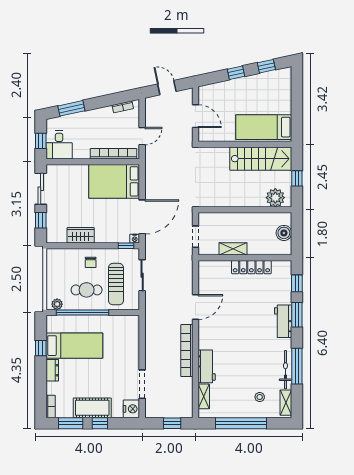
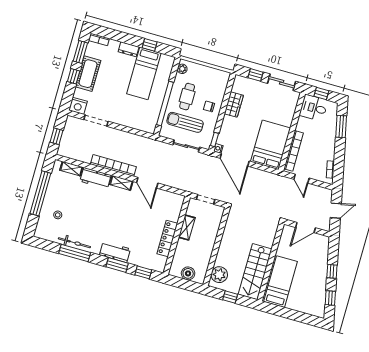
window: (82, 312) -> (165, 104), moved
shelving: (286, 403) -> (121, 183), moved

